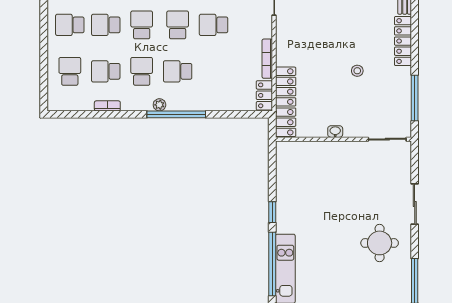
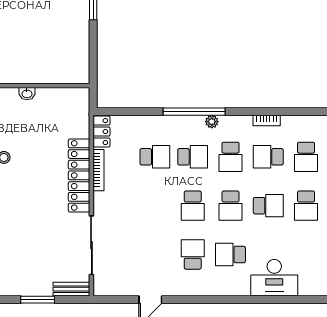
school desk: (70, 25) -> (306, 206), turned 90
school desk: (214, 25) -> (155, 157), moved
school desk: (106, 71) -> (268, 157), turned 180
locker: (286, 102) -> (79, 175), moved

